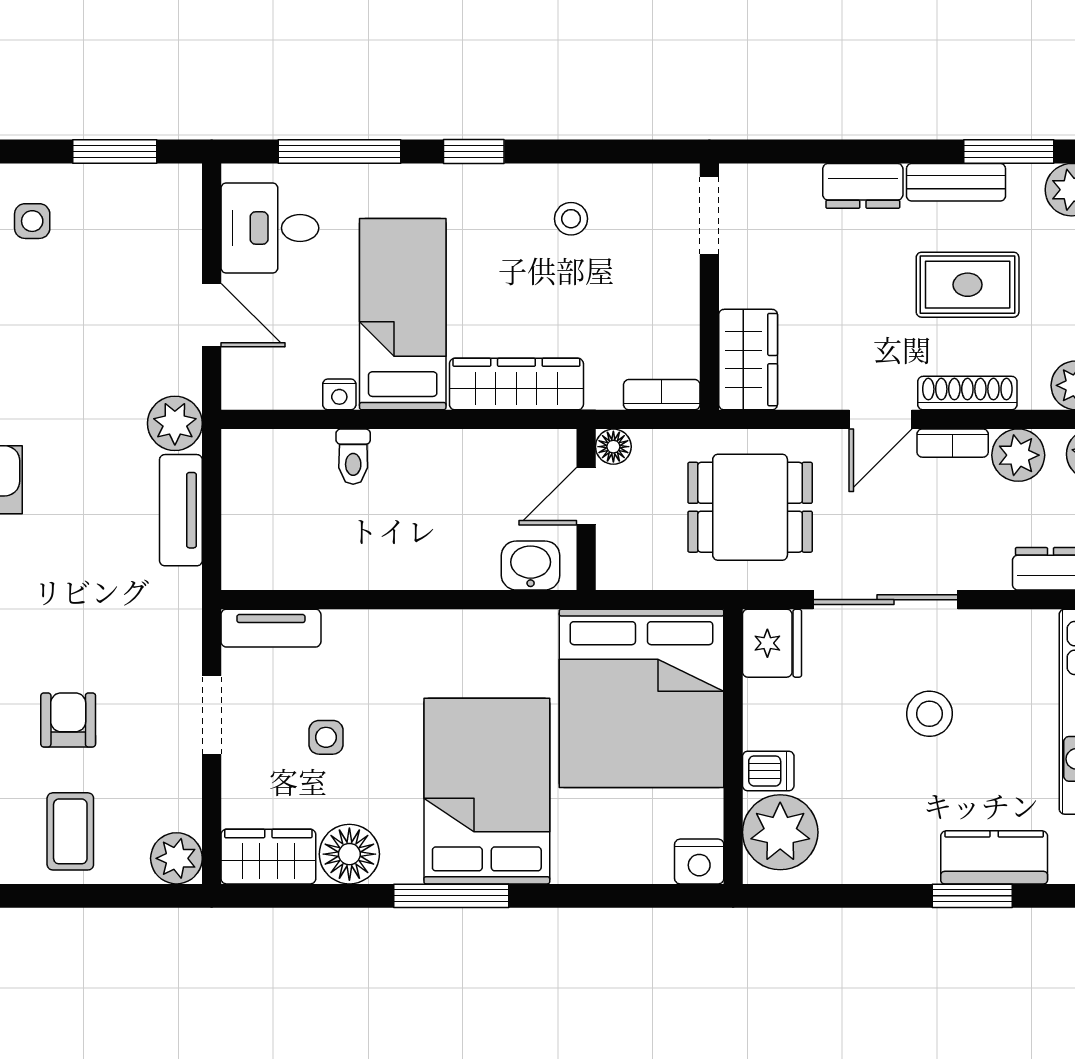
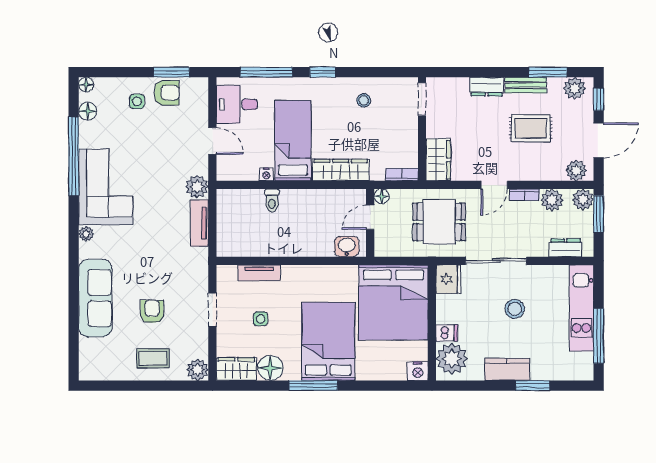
armchair: (103, 200) -> (167, 93), added
shoe rack: (967, 393) -> (531, 174), removed
tv unit: (271, 628) -> (259, 273), moved
coffee table: (70, 831) -> (153, 358), turned 90
kitchen counter: (994, 857) -> (507, 369), moved

